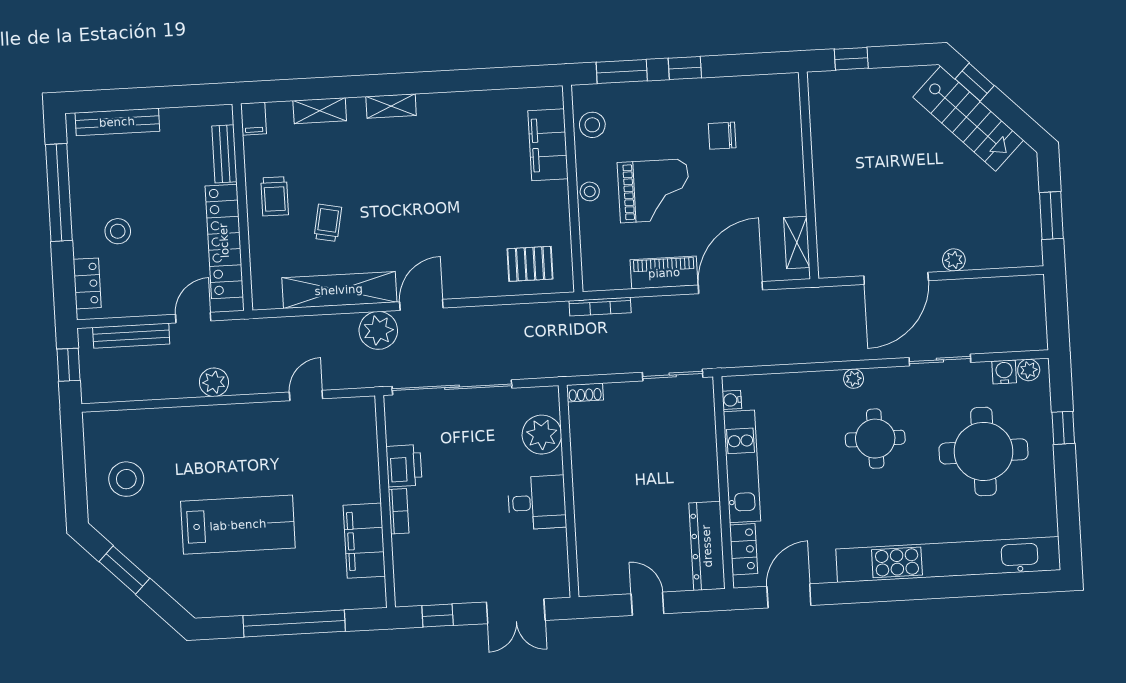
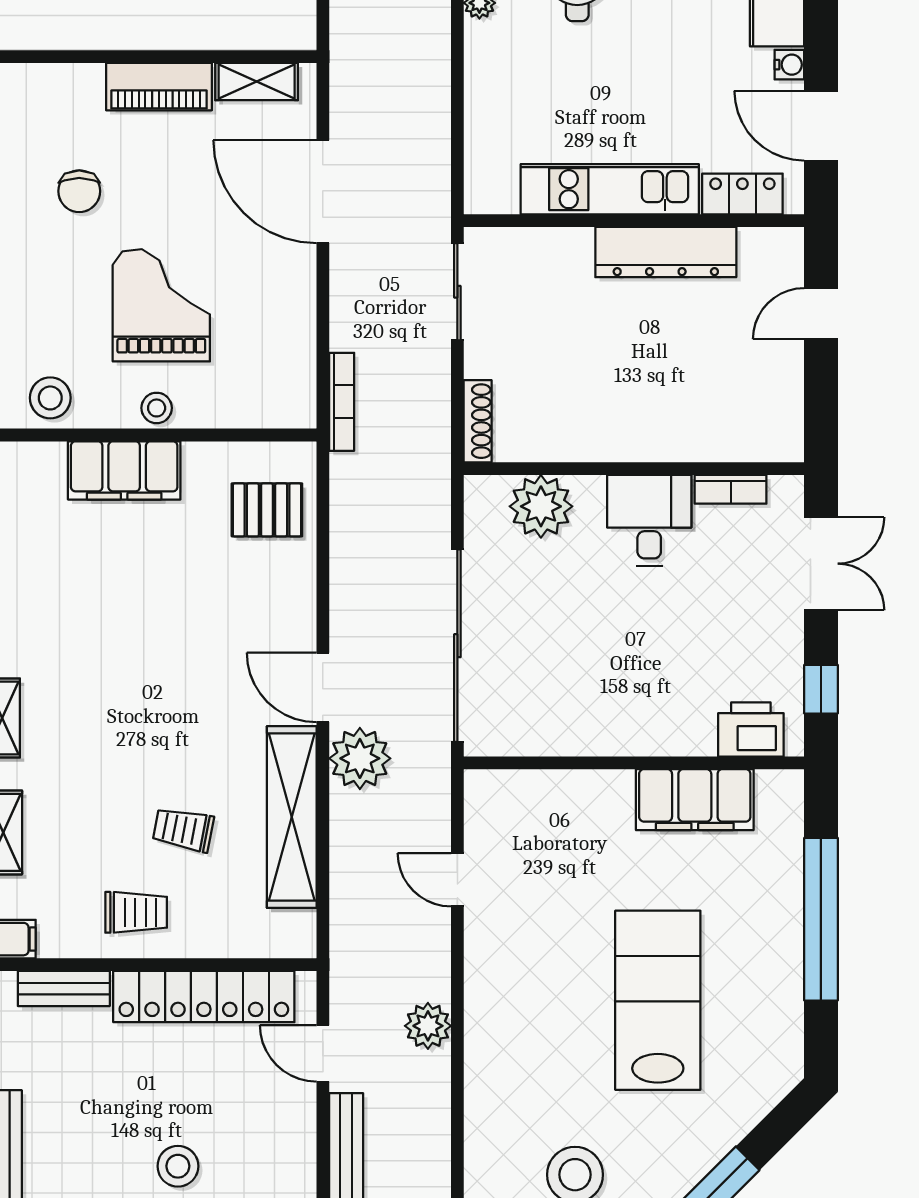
filing cabinet: (548, 145) -> (124, 470), moved
pallet: (530, 264) -> (267, 510), turned 90
piano: (664, 273) -> (159, 87), moved, turned -90
shoe rack: (585, 393) -> (478, 421), width x1.43
water cooler: (732, 400) -> (789, 65), moved, turned -90
printer: (404, 466) -> (751, 729), moved
bookcase: (399, 511) -> (731, 489), moved, turned 180
dresser: (707, 546) -> (666, 252), moved
door: (648, 604) -> (821, 314), moved

